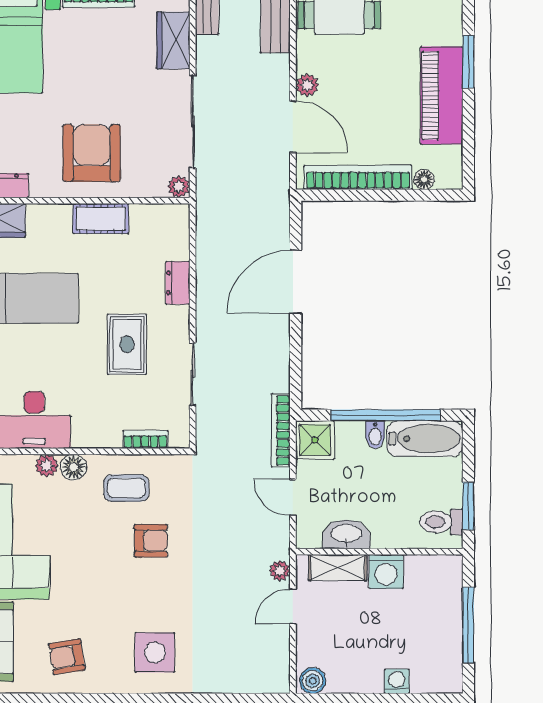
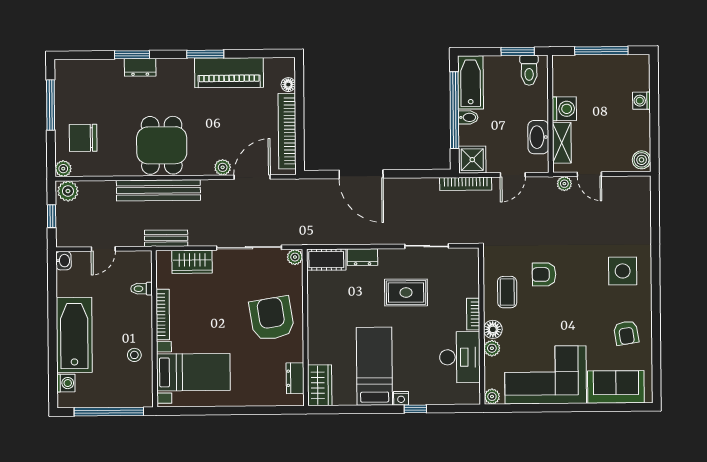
armchair: (92, 153) -> (272, 318), turned 81
cot: (101, 219) -> (326, 260), moved, turned 90
bookcase: (145, 440) -> (473, 314), moved
armchair: (151, 541) -> (544, 274), turned -90

